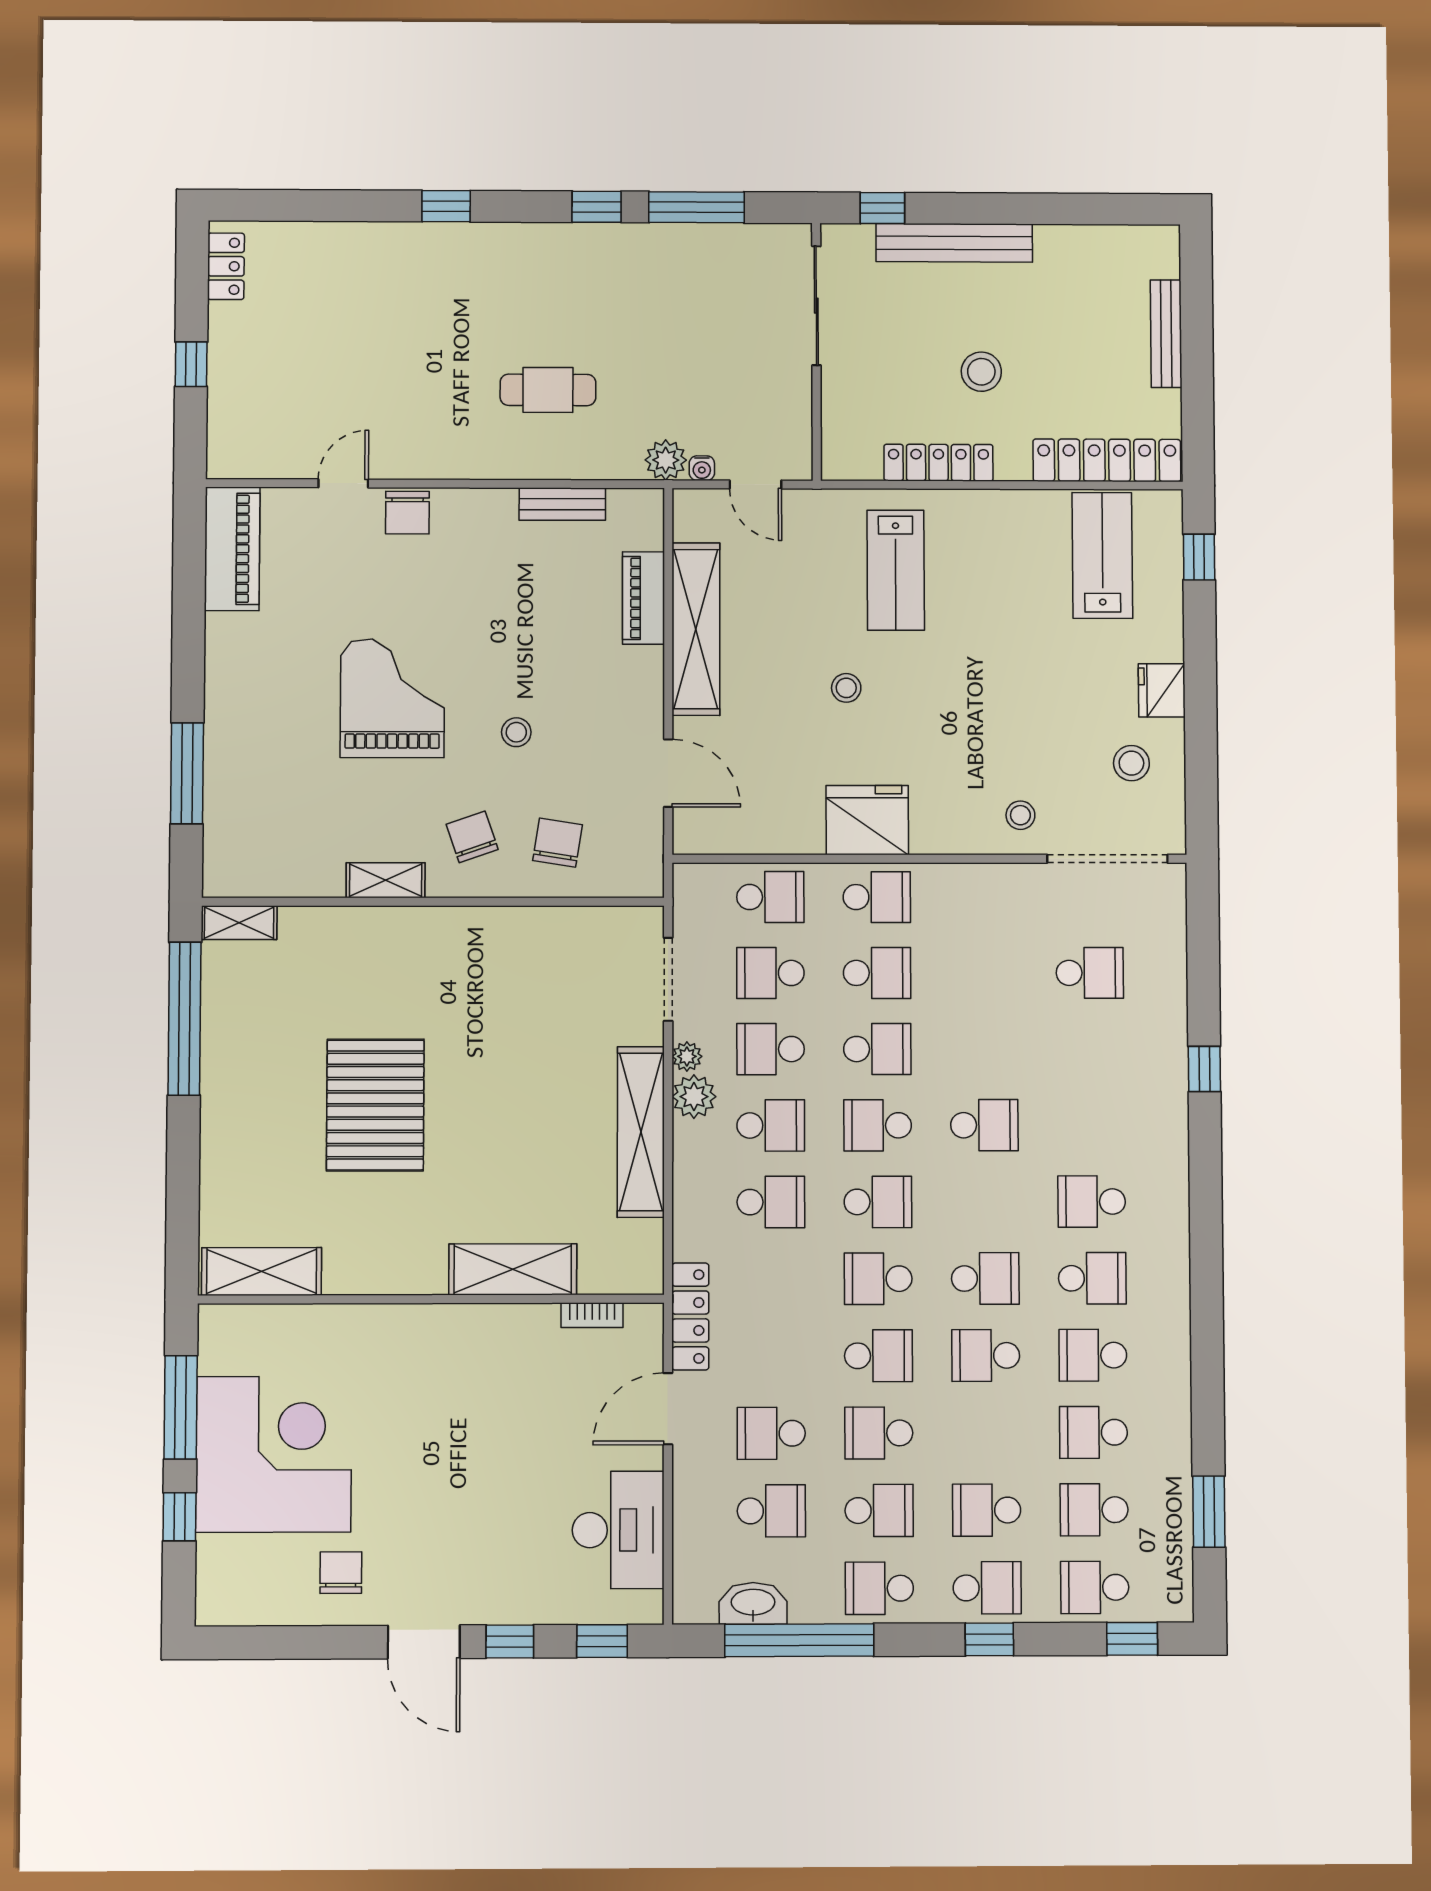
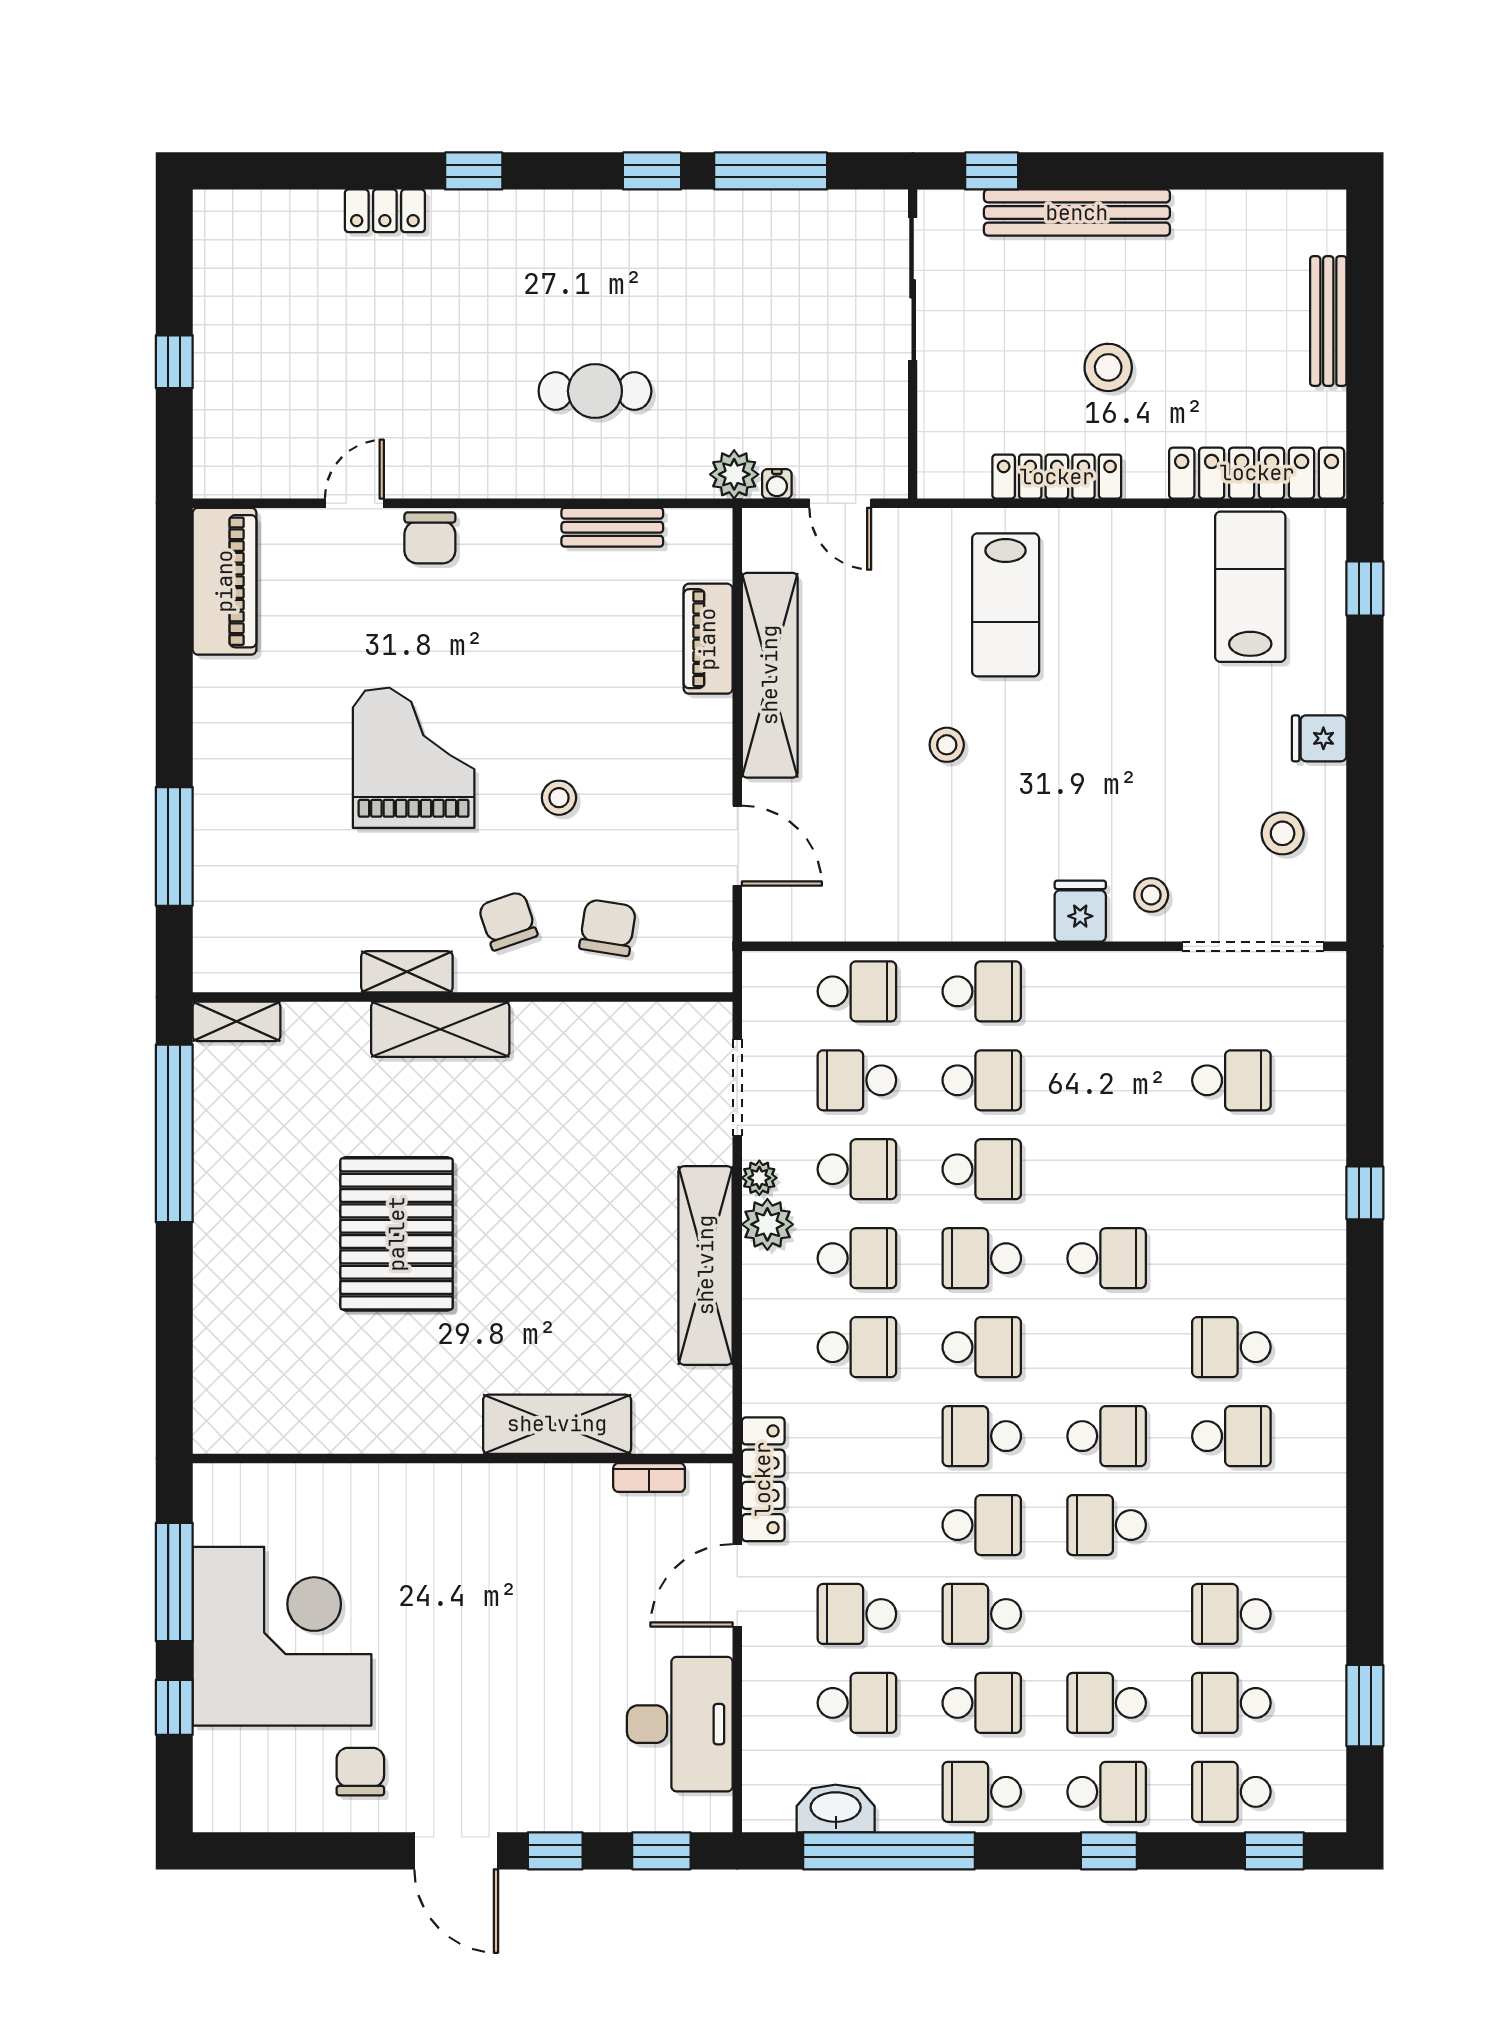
locker: (226, 266) -> (385, 211), moved, turned 90
fridge: (1162, 690) -> (1319, 738), width x0.72
fridge: (867, 820) -> (1080, 911), moved, width x0.53, depth x0.75
school desk: (771, 1049) -> (857, 1169), turned 180
shelving: (262, 1271) -> (440, 1029), moved
school desk: (1093, 1355) -> (1231, 1525), removed

